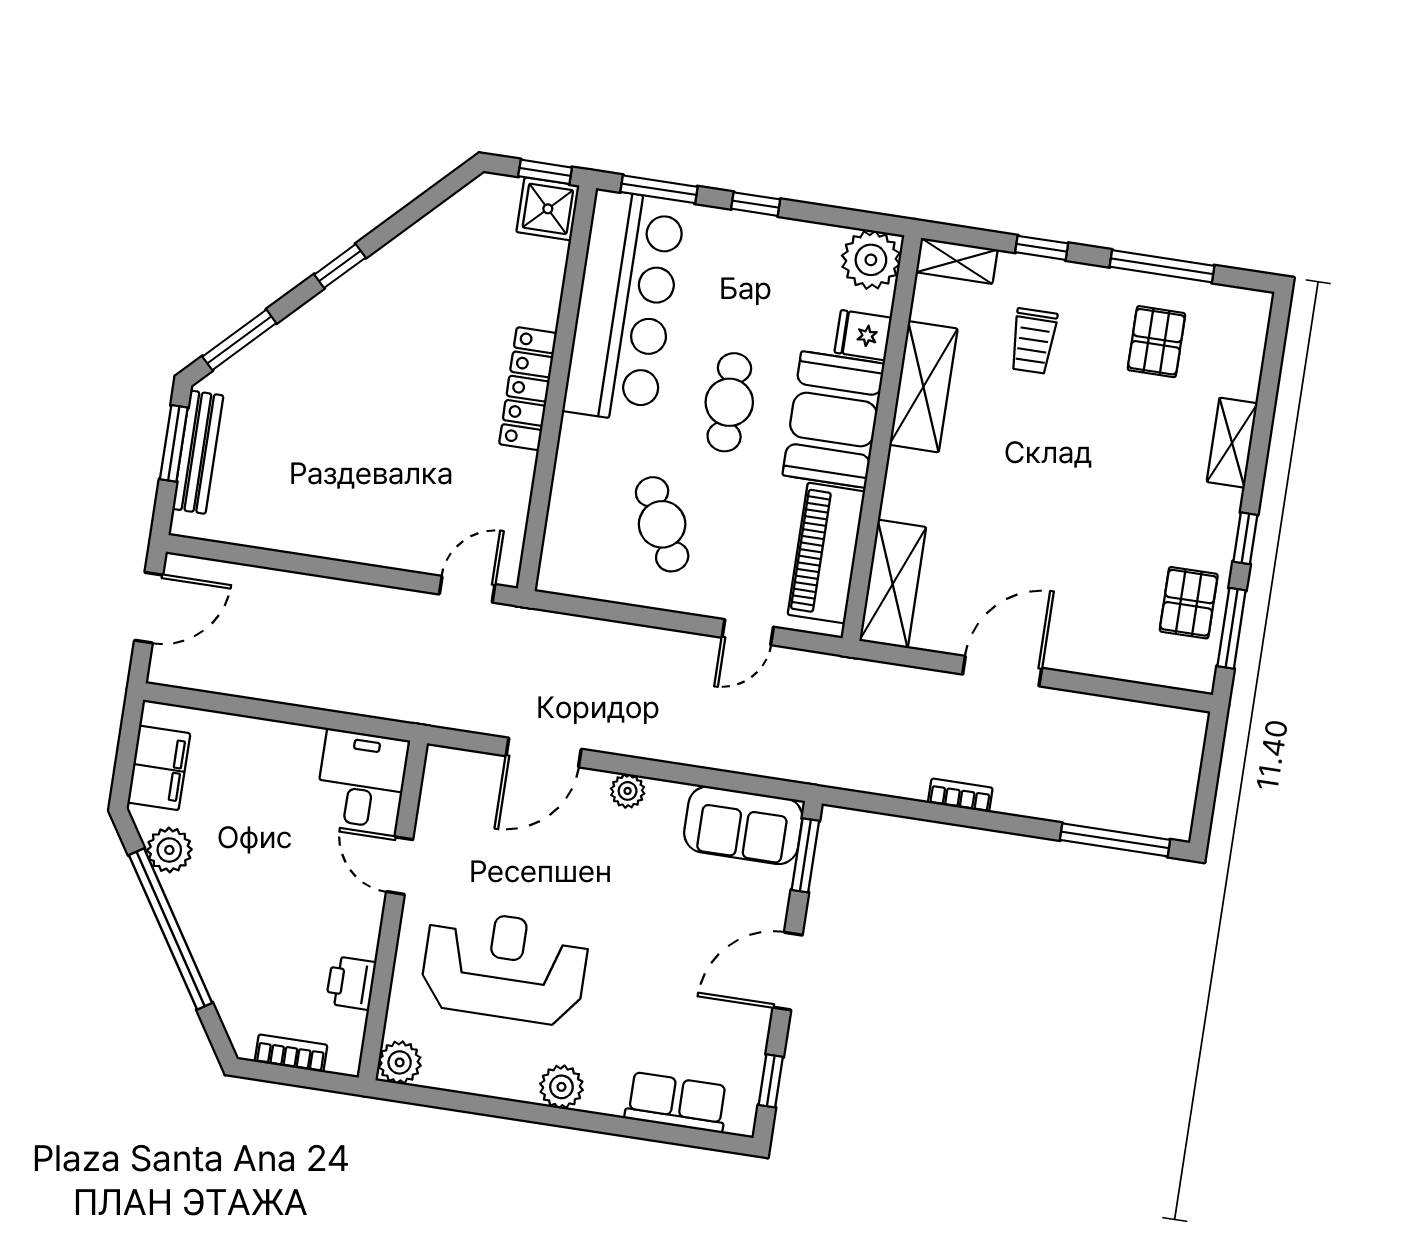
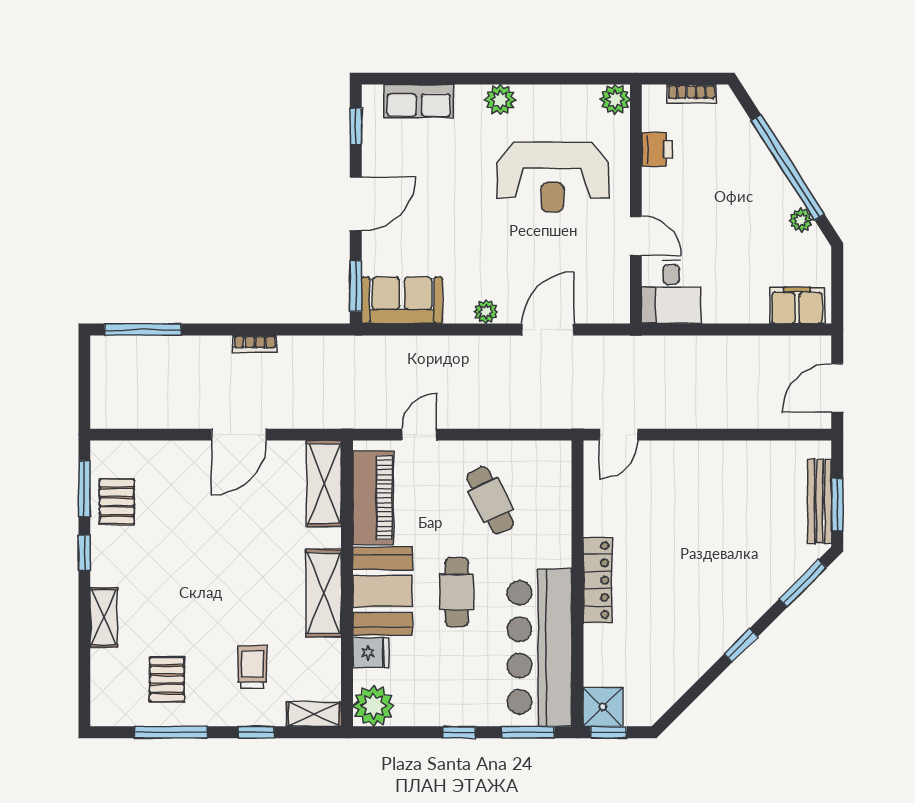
shelving: (923, 387) -> (324, 593), moved
filing cabinet: (159, 768) -> (797, 306), moved, turned 90
plant: (169, 850) -> (801, 220), width x0.73, depth x0.73

